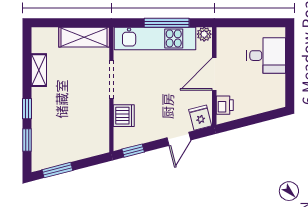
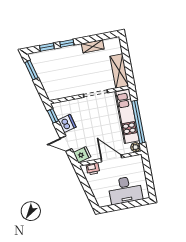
window: (167, 23) -> (138, 122), width x1.46
desk: (266, 56) -> (125, 190), width x1.37
dishwasher: (124, 116) -> (67, 123), moved, turned -104

